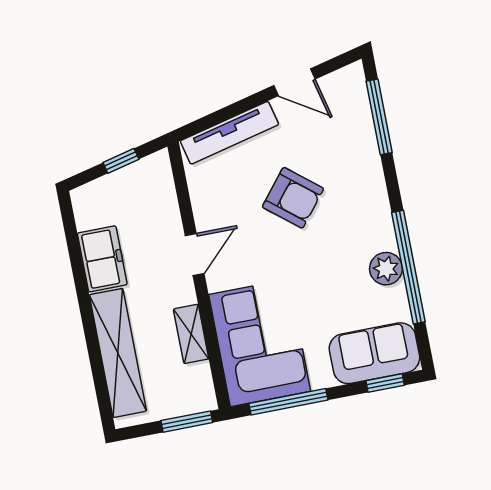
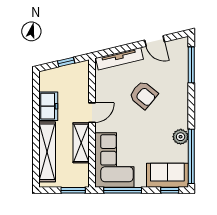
window: (408, 267) -> (191, 156), moved
shelving: (191, 334) -> (81, 143), width x1.50, depth x1.33

